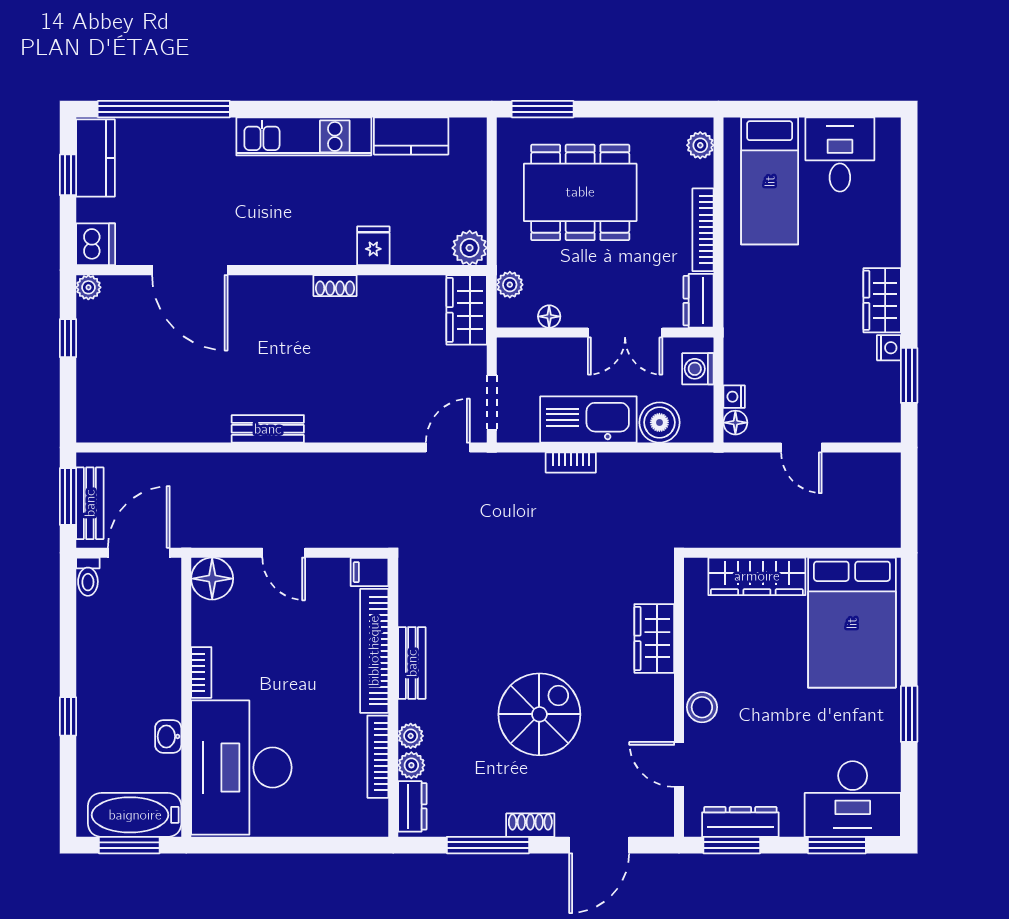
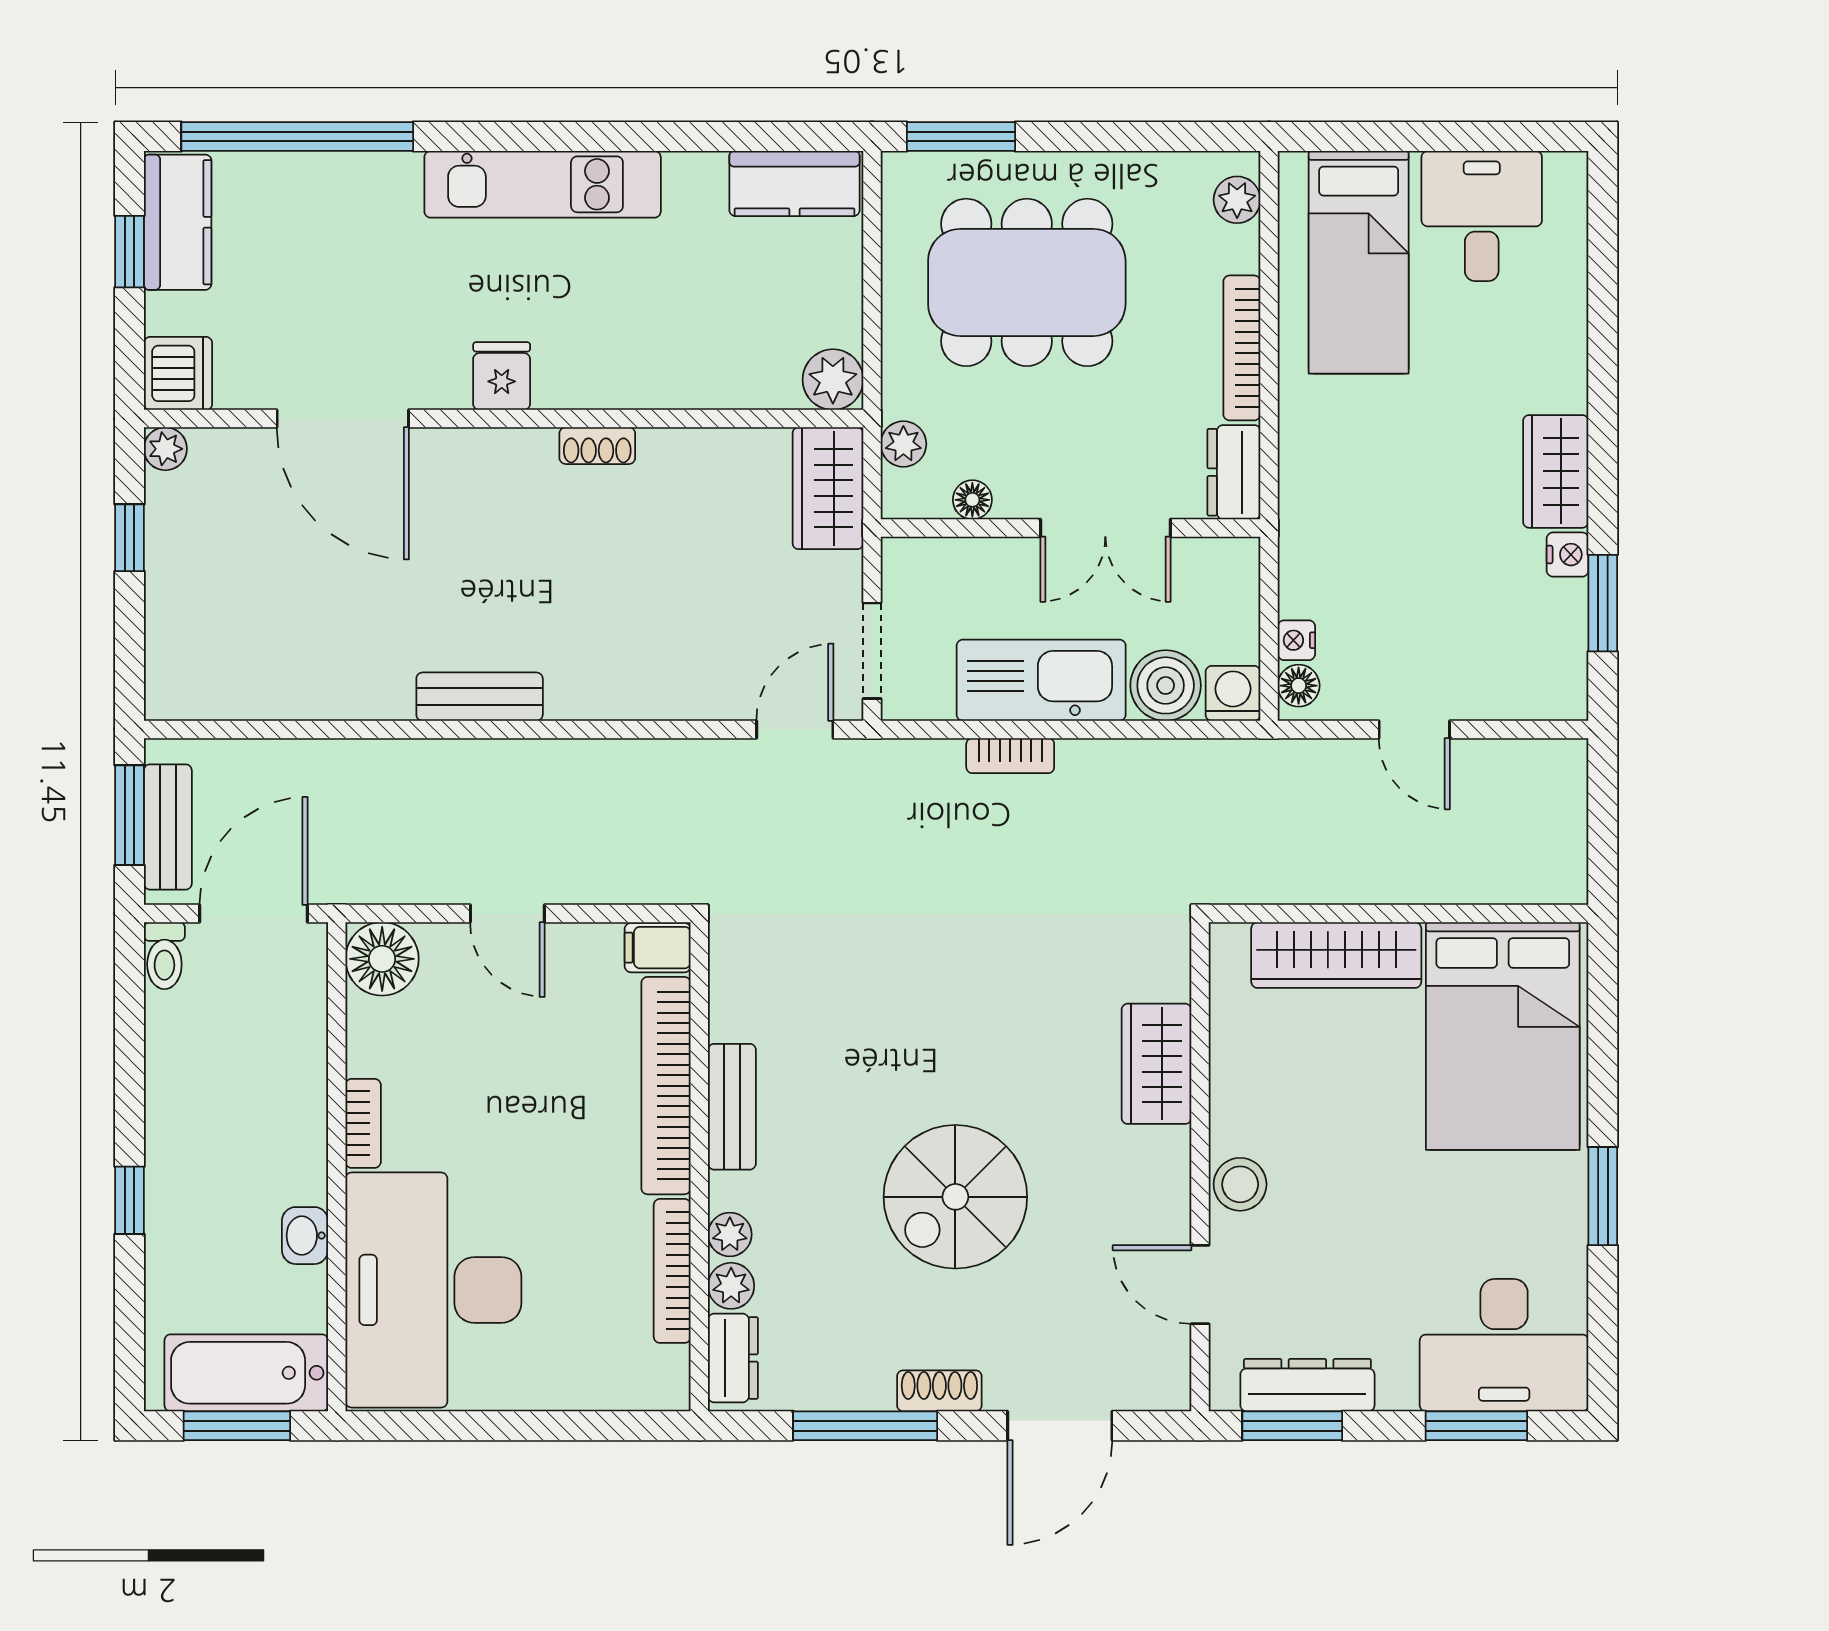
kitchen counter: (411, 136) -> (794, 184), moved
fridge: (373, 246) -> (502, 376), moved
washing machine: (698, 369) -> (1233, 693), moved, turned 90
spiral stairs: (539, 714) -> (955, 1197), turned 180

